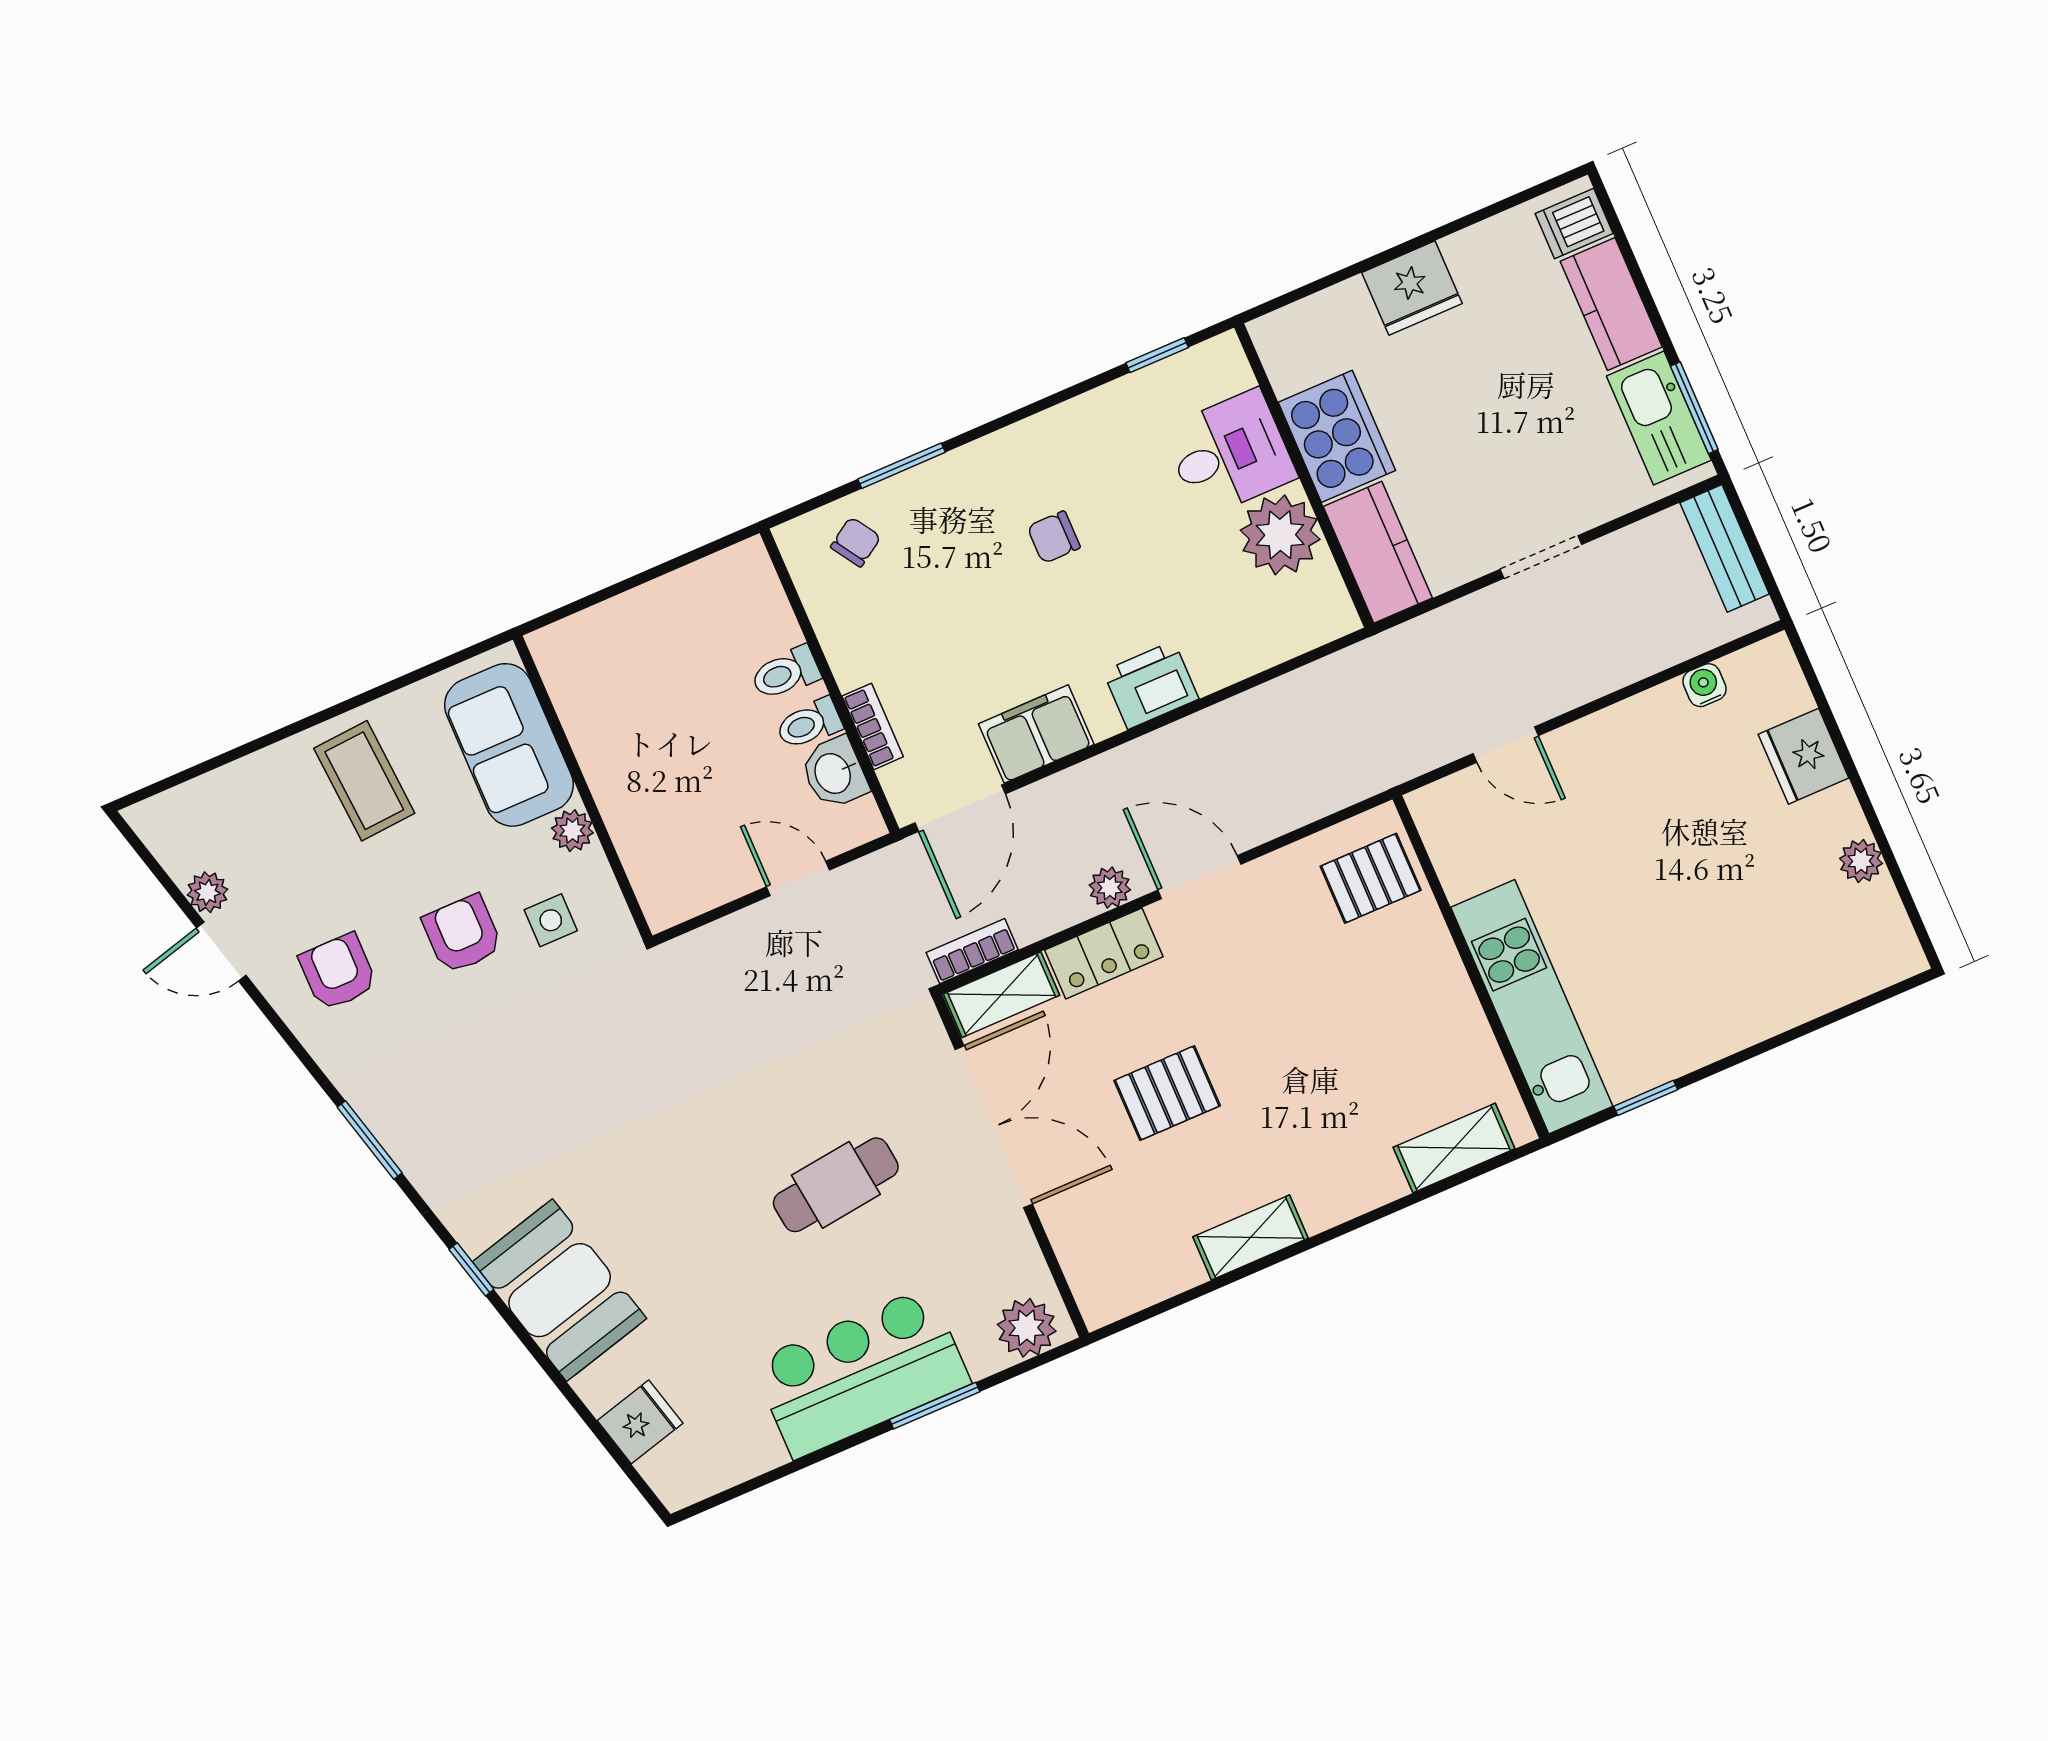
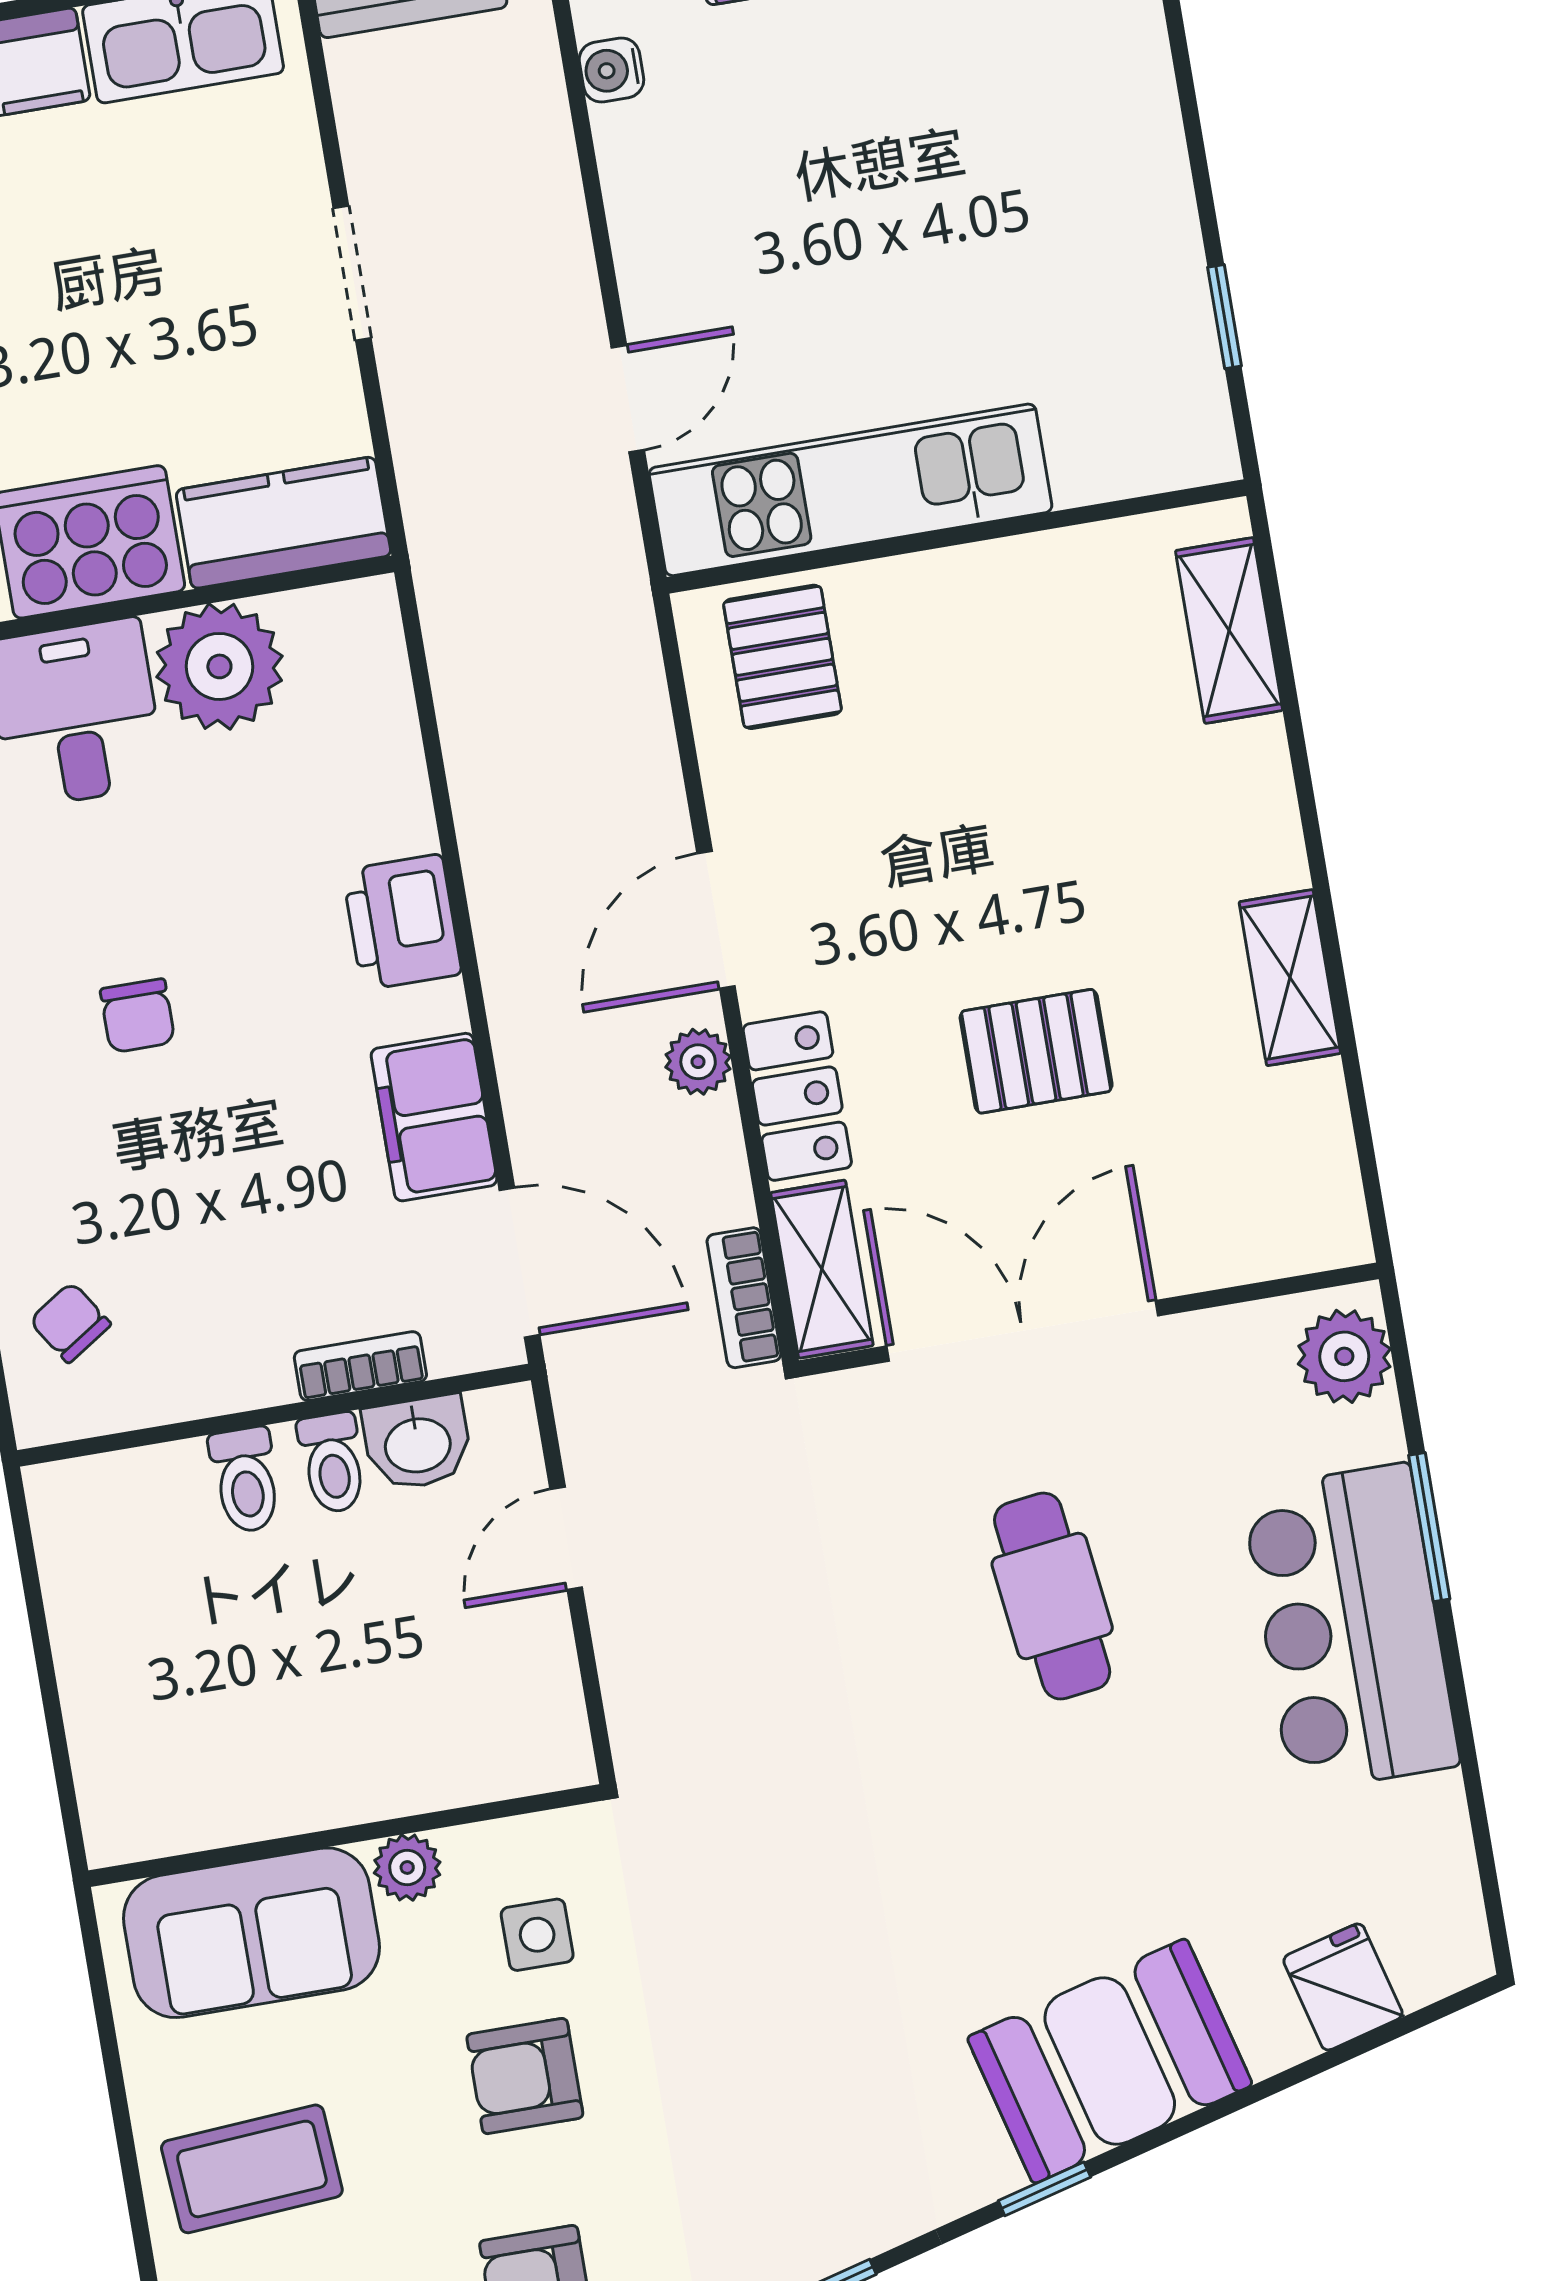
kitchen unit: (1532, 1007) -> (850, 490), moved
pallet: (1167, 1093) -> (1036, 1051), turned 90

